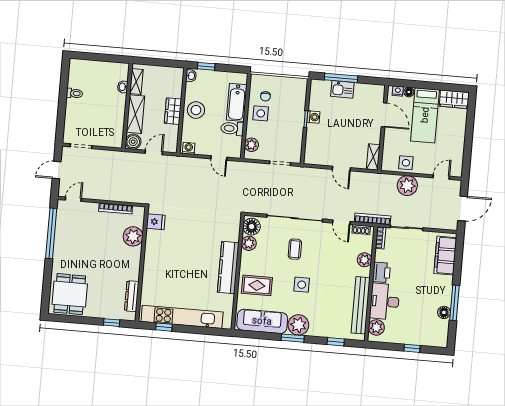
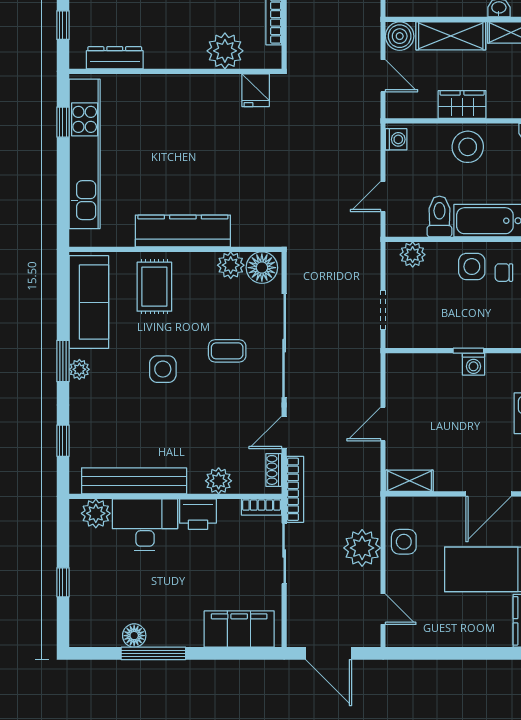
plant: (298, 325) -> (79, 369), width x0.53, depth x0.53

